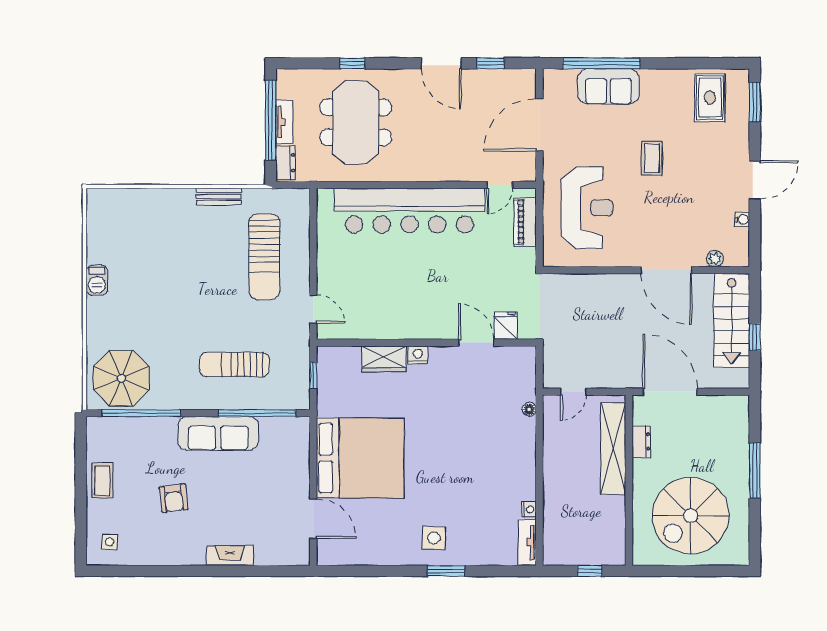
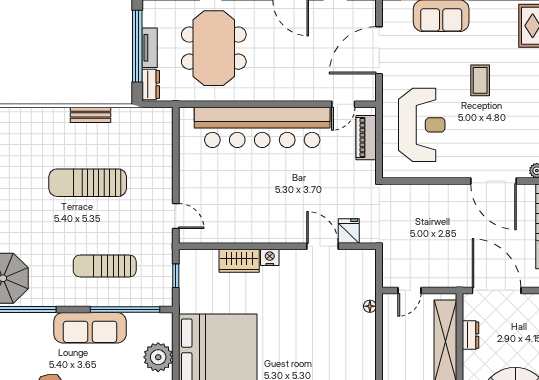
sun lounger: (264, 257) -> (88, 183), moved, turned 90
plant: (294, 466) -> (158, 357), added

